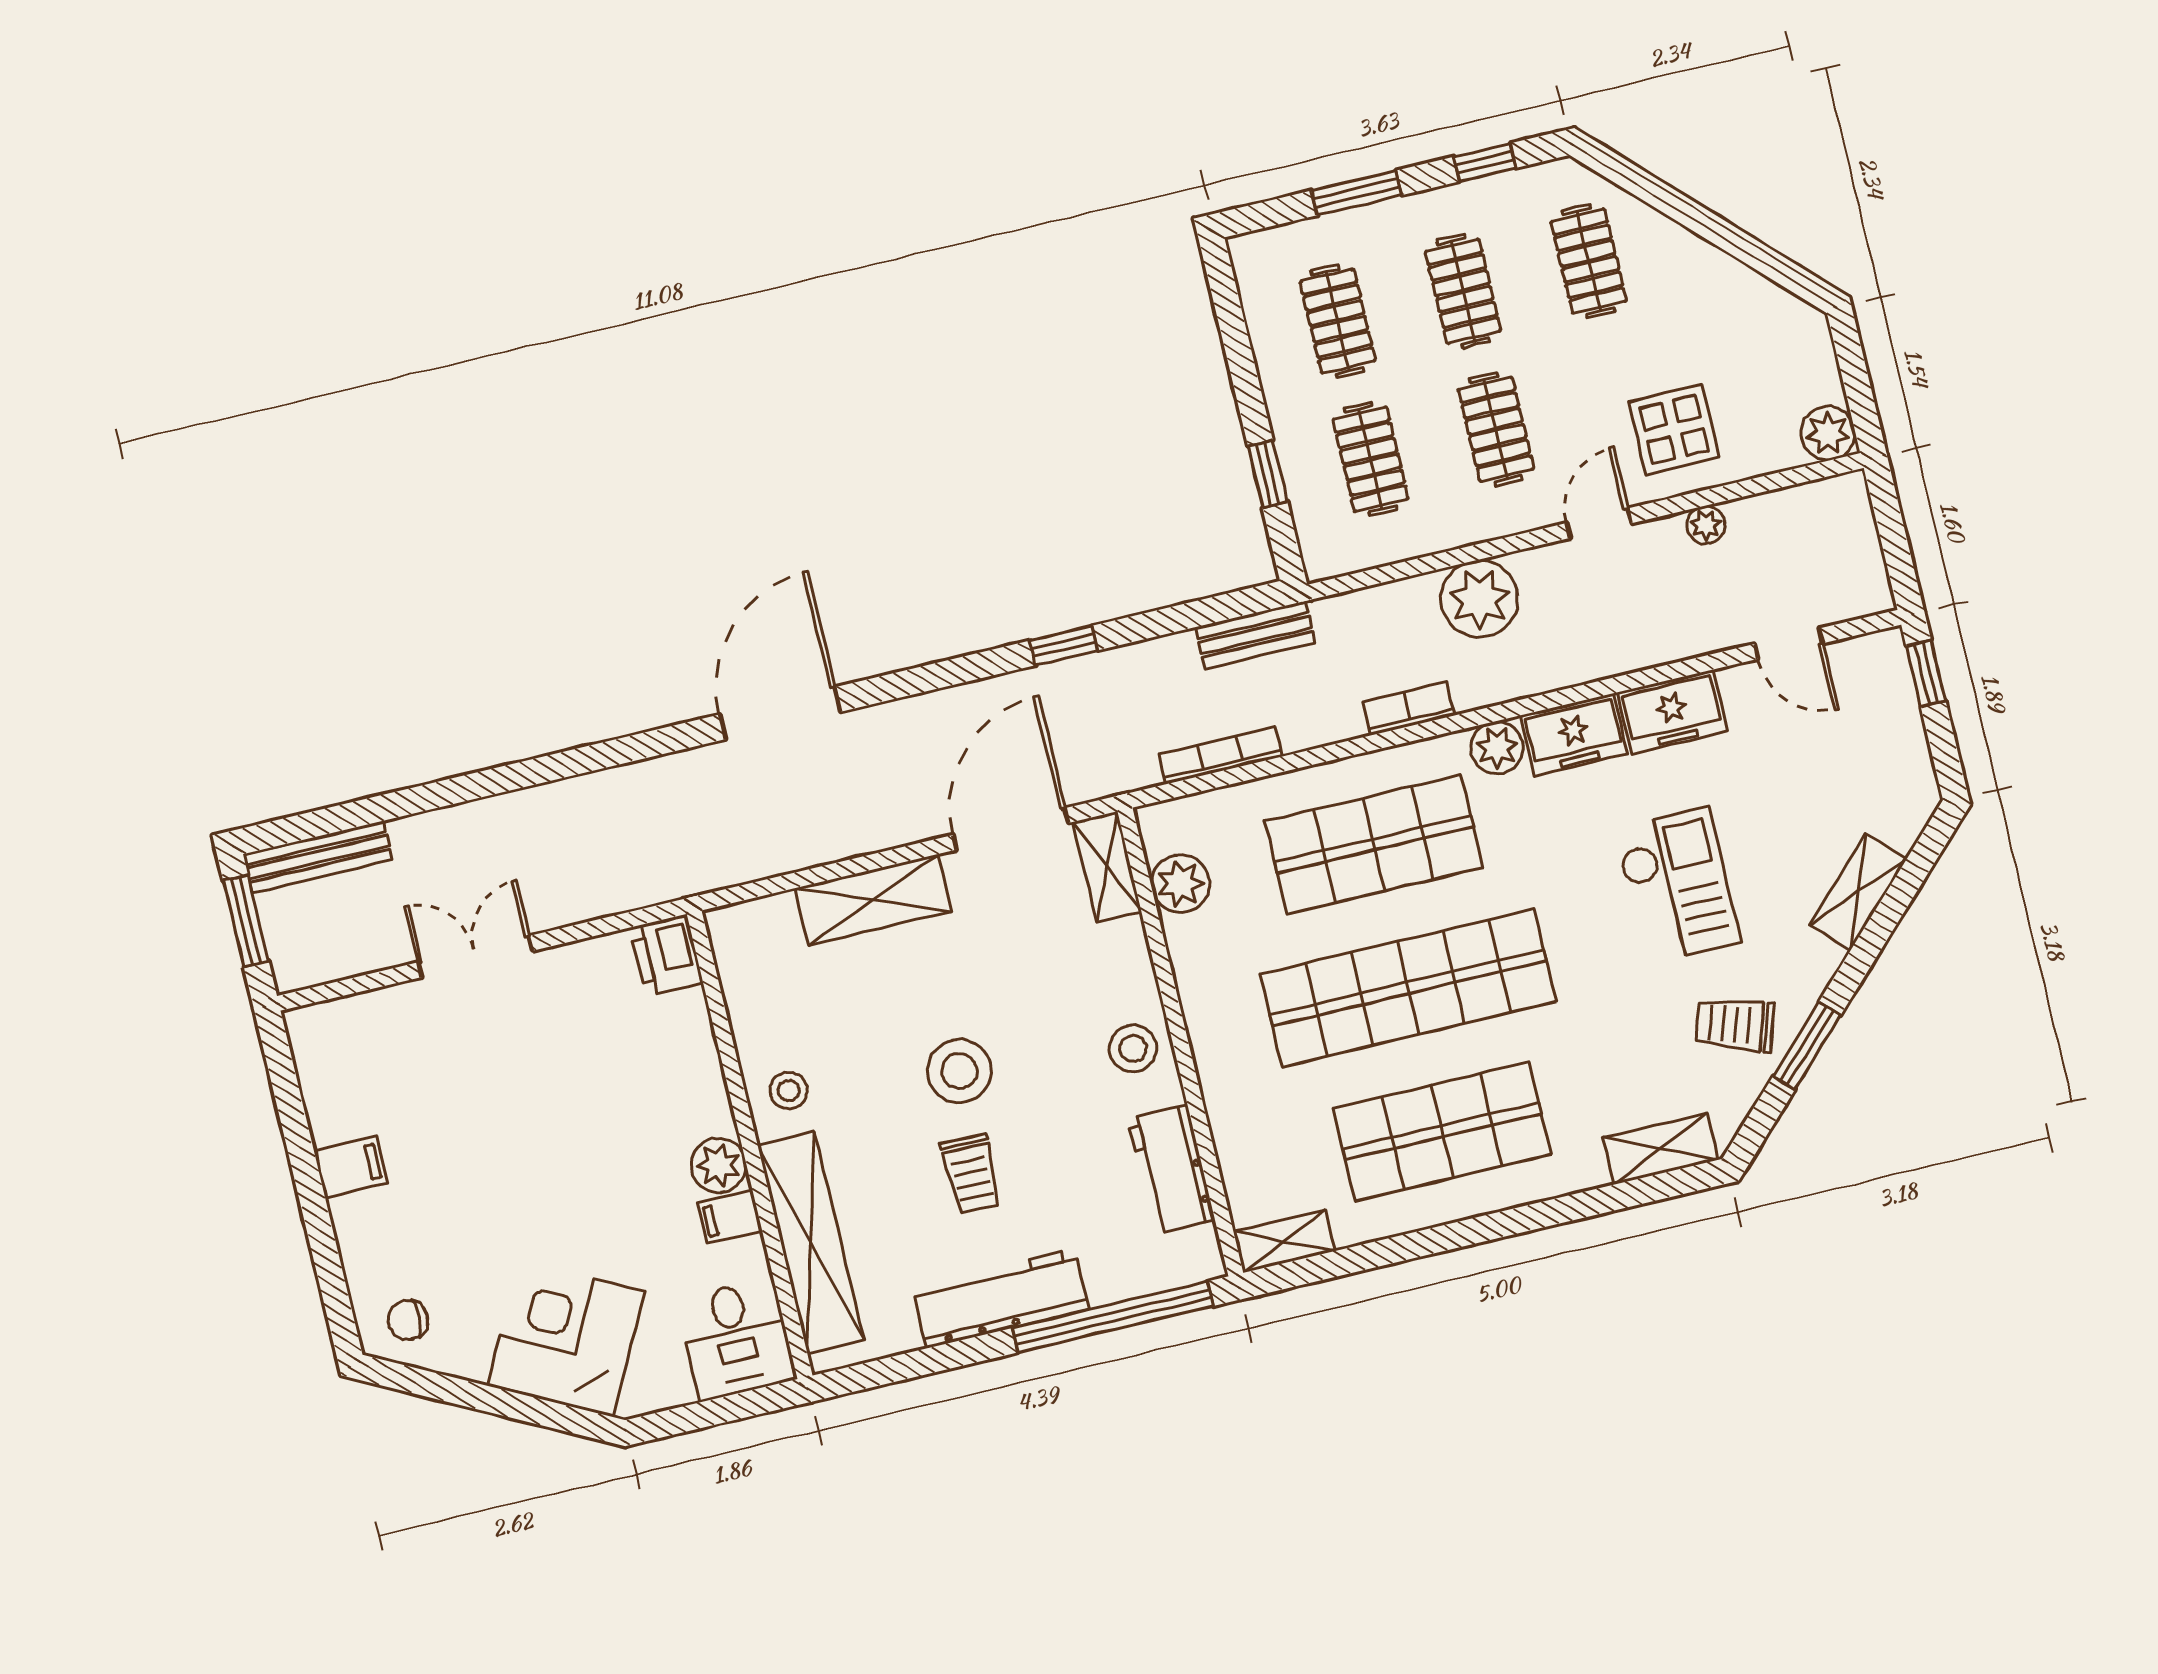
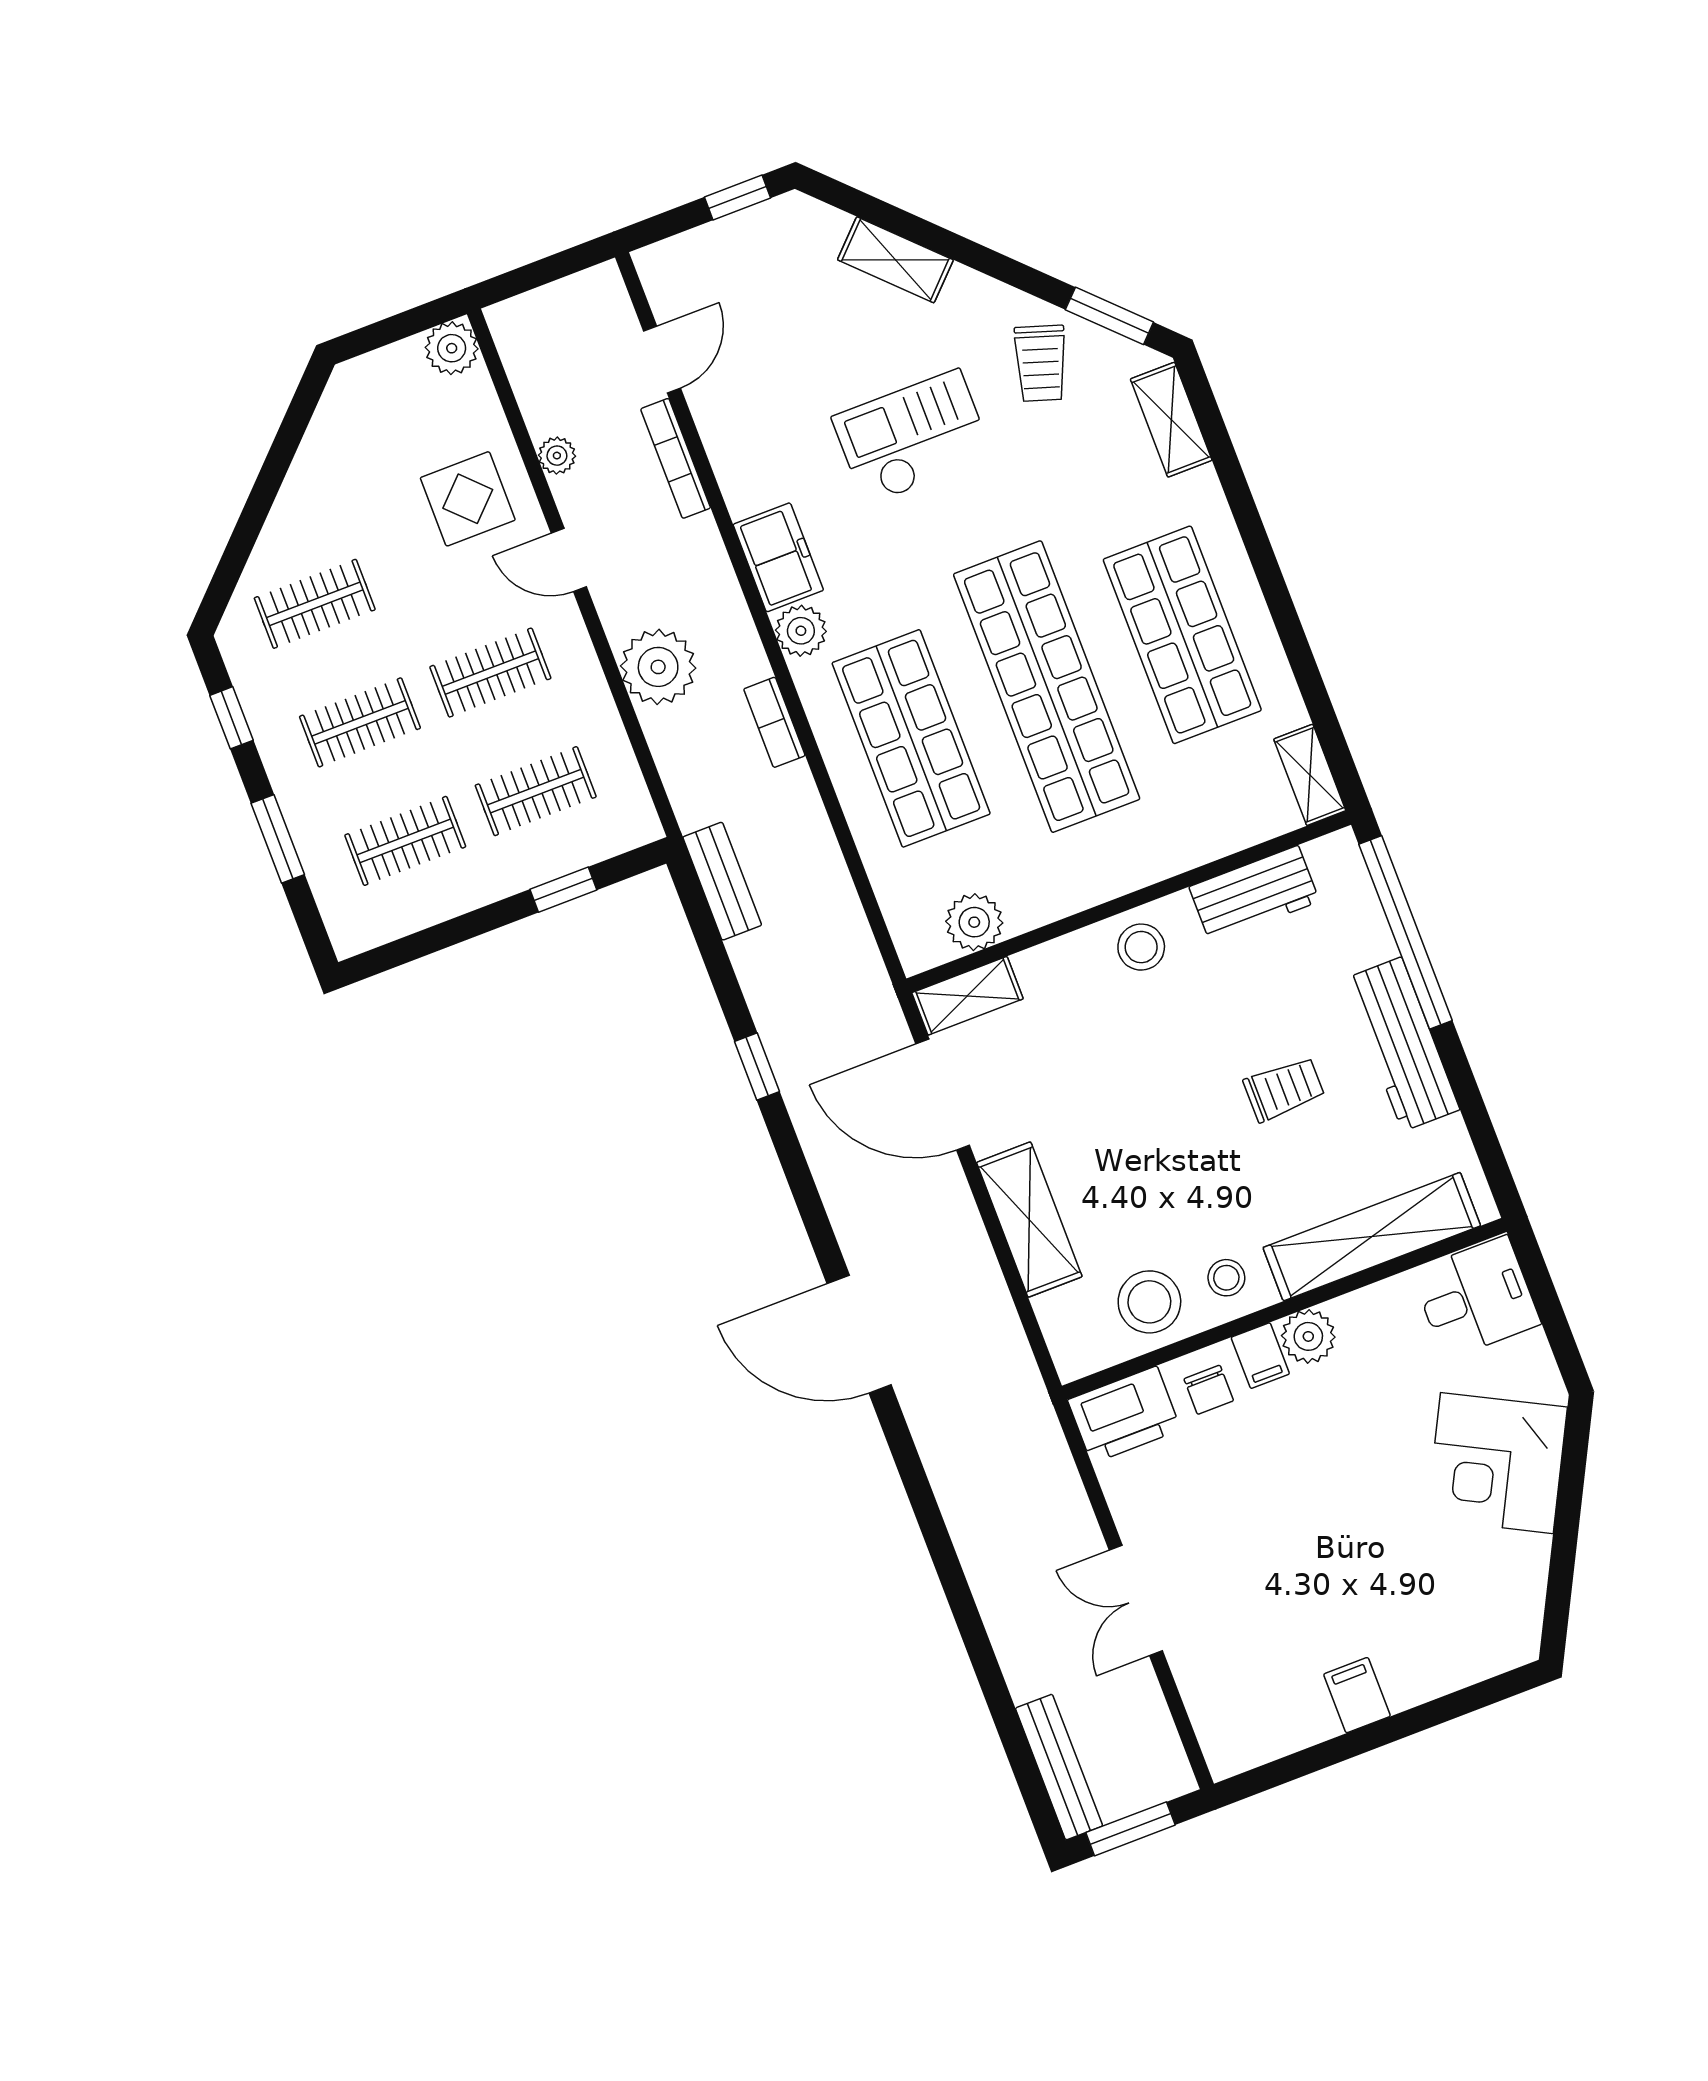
window: (1926, 673) -> (737, 197), moved
freezer: (1672, 712) -> (743, 464), removed
bookcase: (1221, 755) -> (676, 458), moved
printer: (666, 955) -> (1124, 1415), width x1.37, depth x1.19
window: (1807, 1046) -> (1109, 316), moved
stool: (959, 1071) -> (1149, 1302), moved
filing cabinet: (730, 1217) -> (1260, 1356), moved
chair: (408, 1320) -> (1209, 1390), moved

